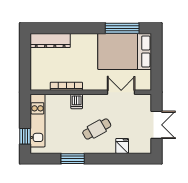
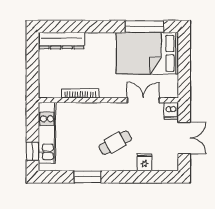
dishwasher: (77, 101) -> (171, 111), moved

